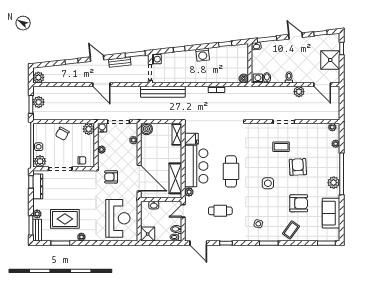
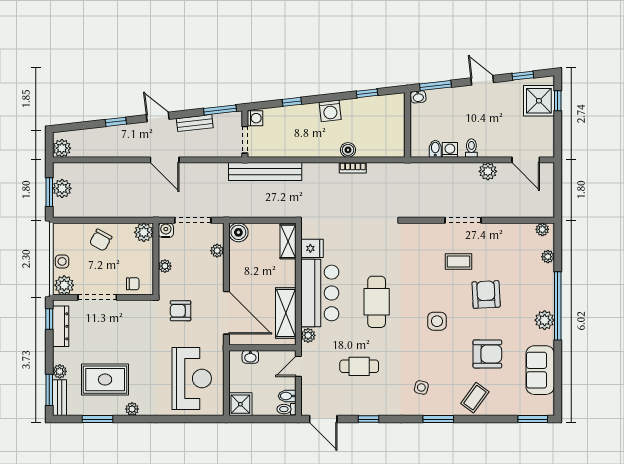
shower: (330, 60) -> (539, 101), moved
boiler: (244, 79) -> (348, 150), moved
washing machine: (258, 79) -> (450, 150), moved

